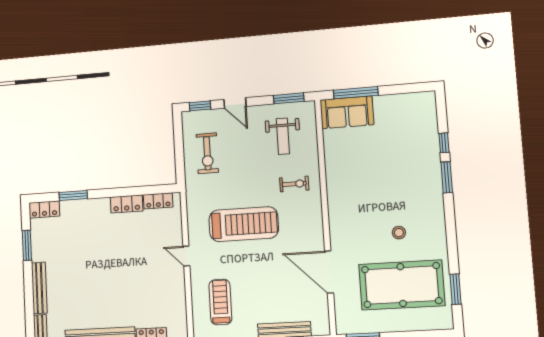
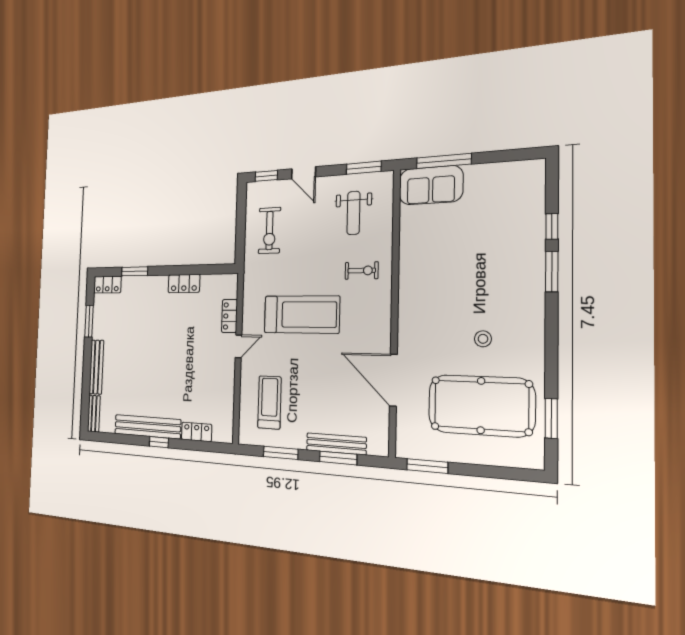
locker: (158, 201) -> (230, 316), moved, turned 90
door: (186, 256) -> (239, 346), swing flipped

